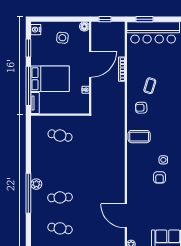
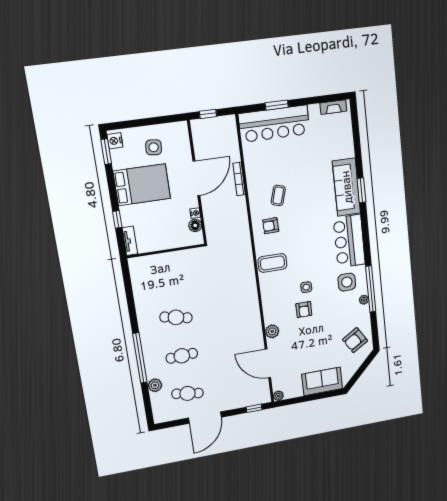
window: (144, 19) -> (277, 105), moved
floor lamp: (84, 26) -> (195, 225), moved
window: (28, 48) -> (106, 152), moved
bed: (50, 79) -> (142, 185), moved
window: (28, 86) -> (117, 219), width x0.32
cafe table: (60, 136) -> (176, 317), moved
plant: (36, 184) -> (155, 385), moved
plant: (132, 191) -> (272, 331), added

